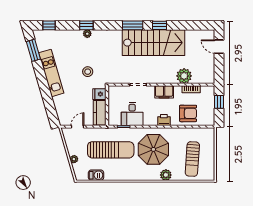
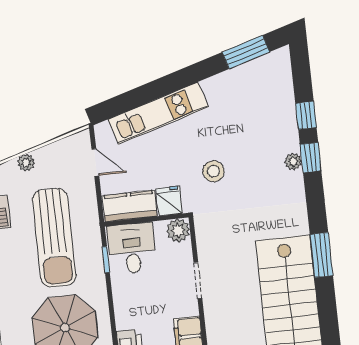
window: (49, 25) -> (306, 115), moved
window: (159, 25) -> (328, 311), removed
kitchen unit: (51, 73) -> (158, 113), moved
plant: (114, 91) -> (178, 230), added
desk: (132, 114) -> (132, 248), moved, turned 90

